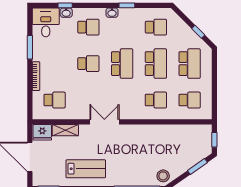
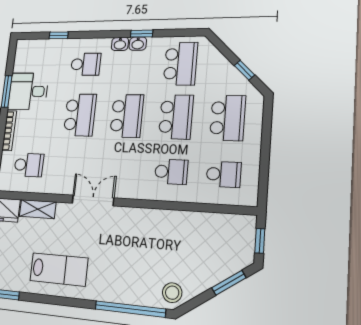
washbasin: (66, 13) -> (138, 44), moved
desk: (46, 22) -> (28, 91), moved, turned -90
school desk: (156, 27) -> (180, 64), width x1.85
school desk: (88, 64) -> (80, 115), width x1.85

